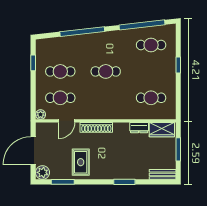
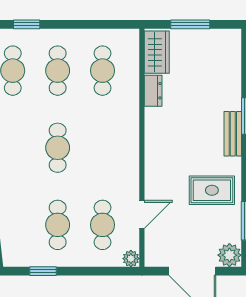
window: (178, 65) -> (27, 24), moved
cafe table: (151, 71) -> (58, 71), added
door: (66, 121) -> (142, 214), hinge flipped
shoe rack: (96, 127) -> (153, 164), removed
bench: (163, 174) -> (233, 134), moved

